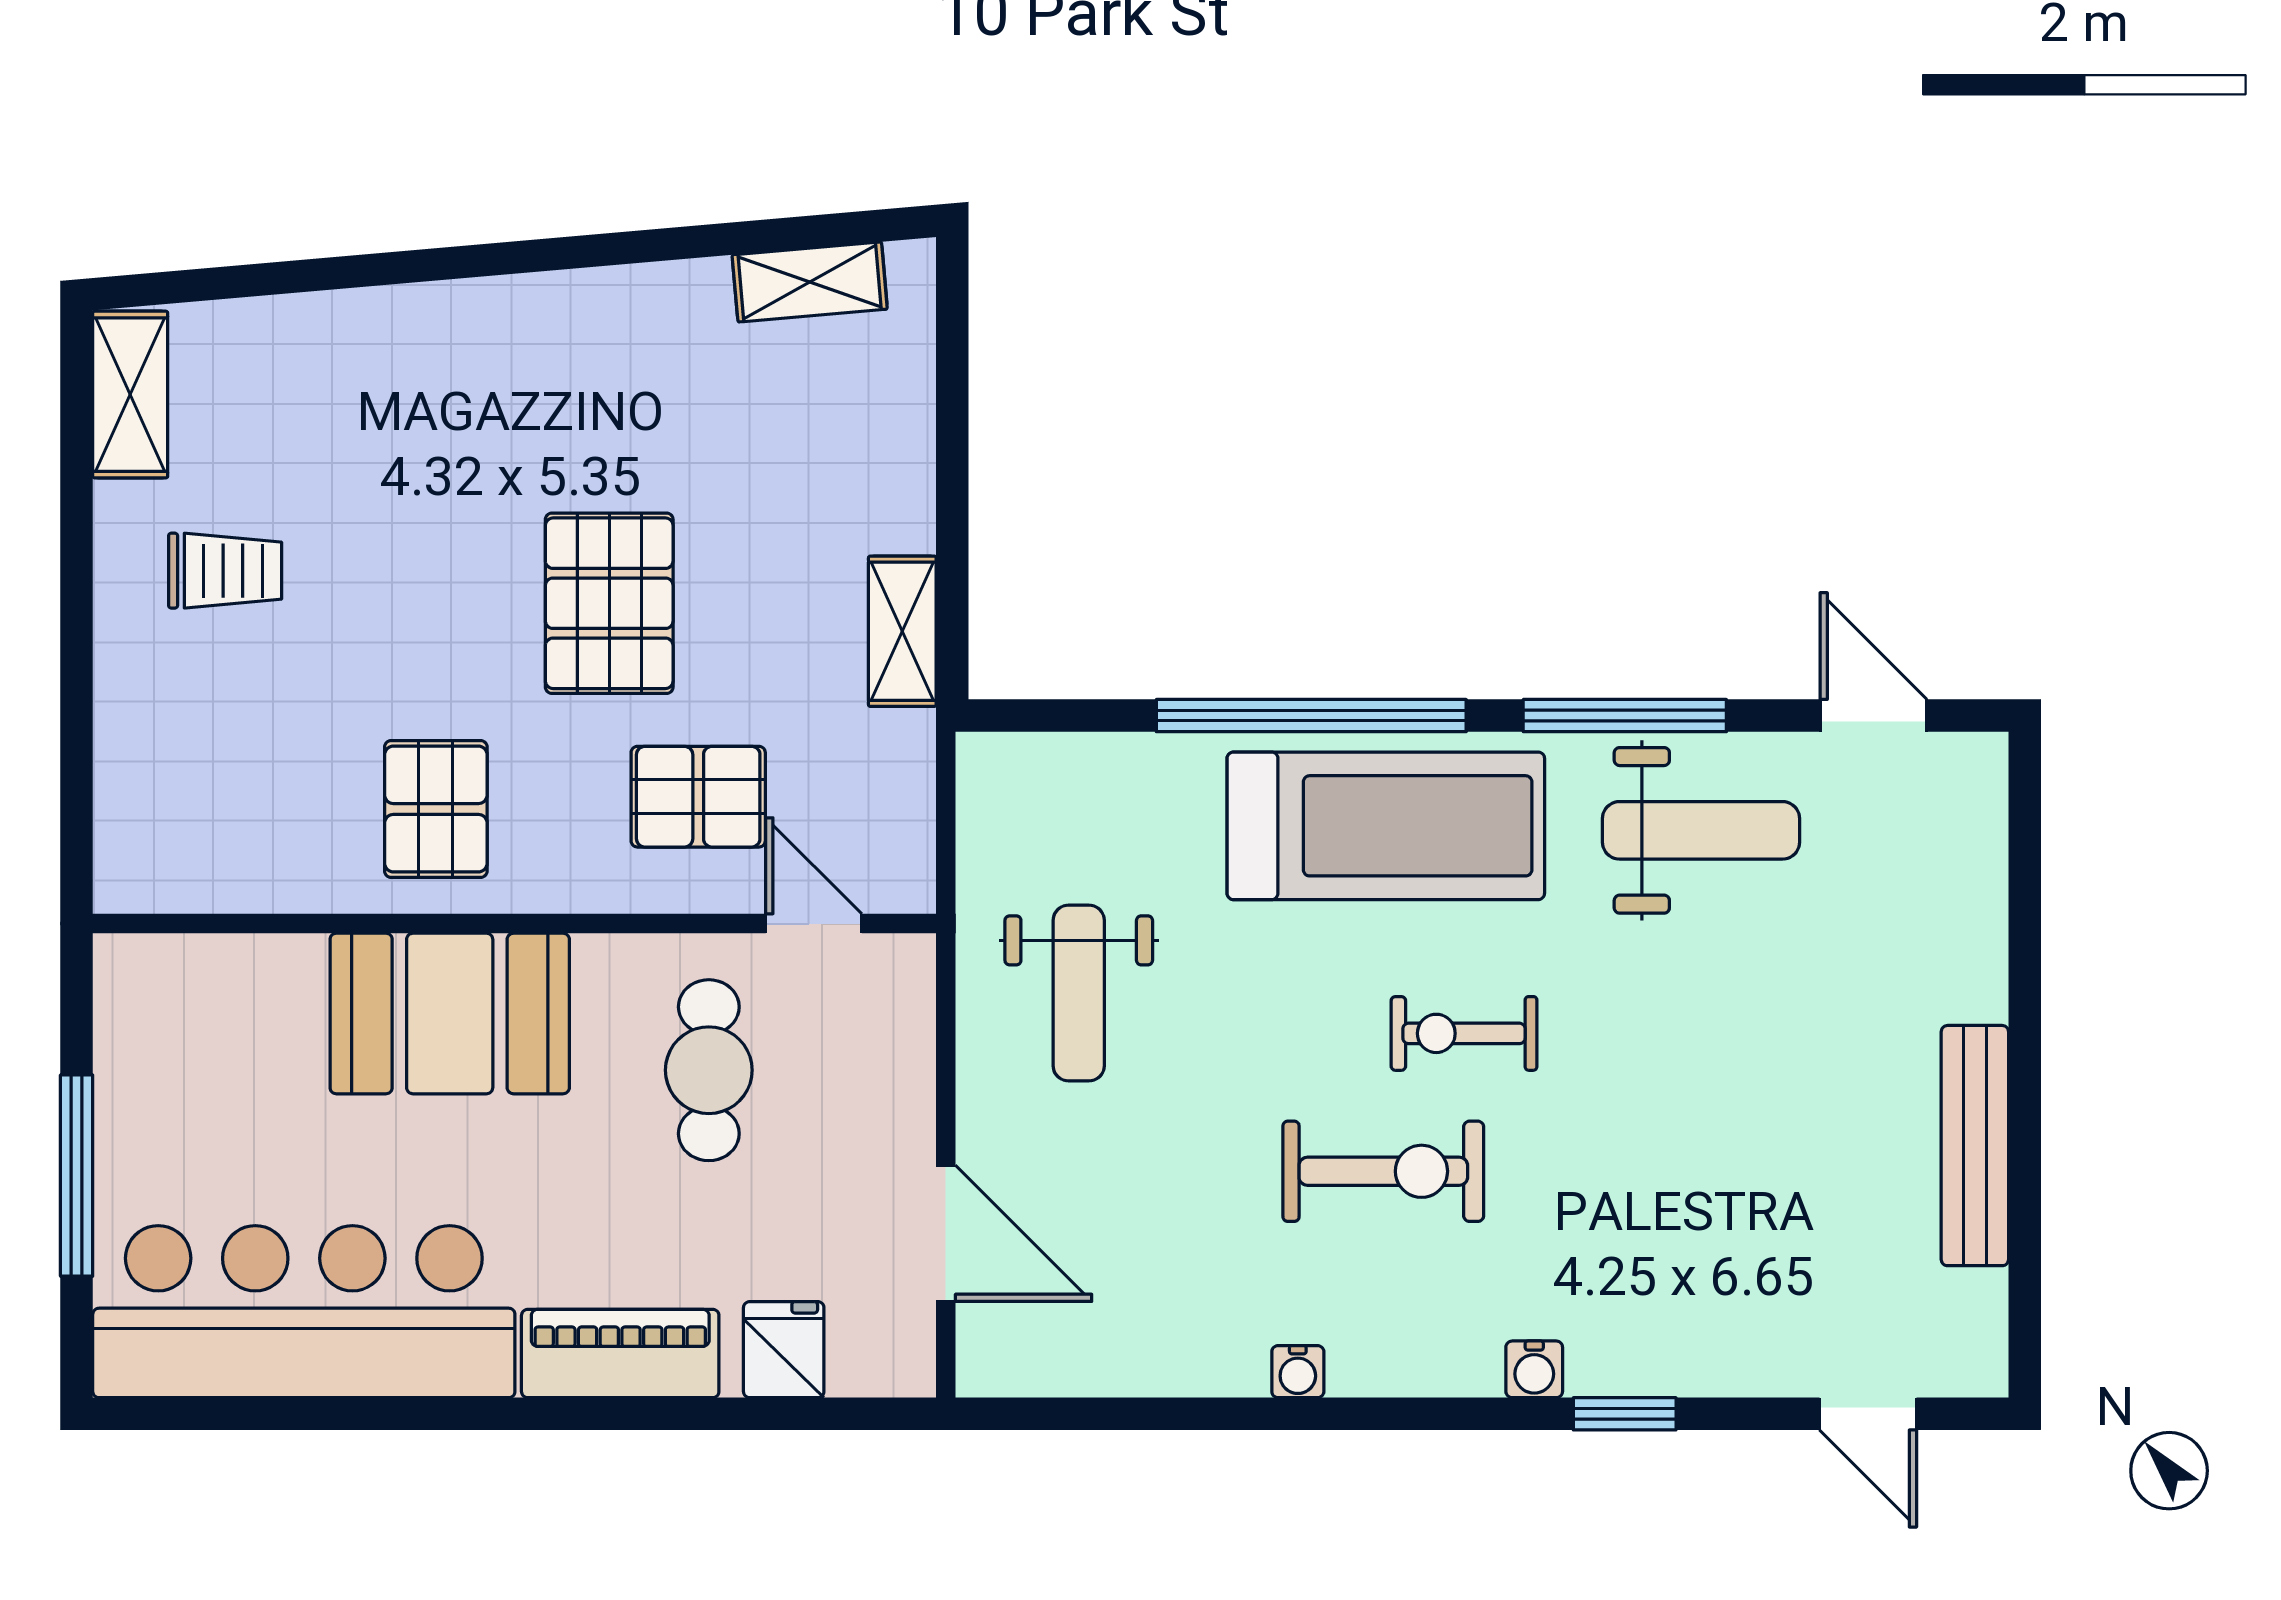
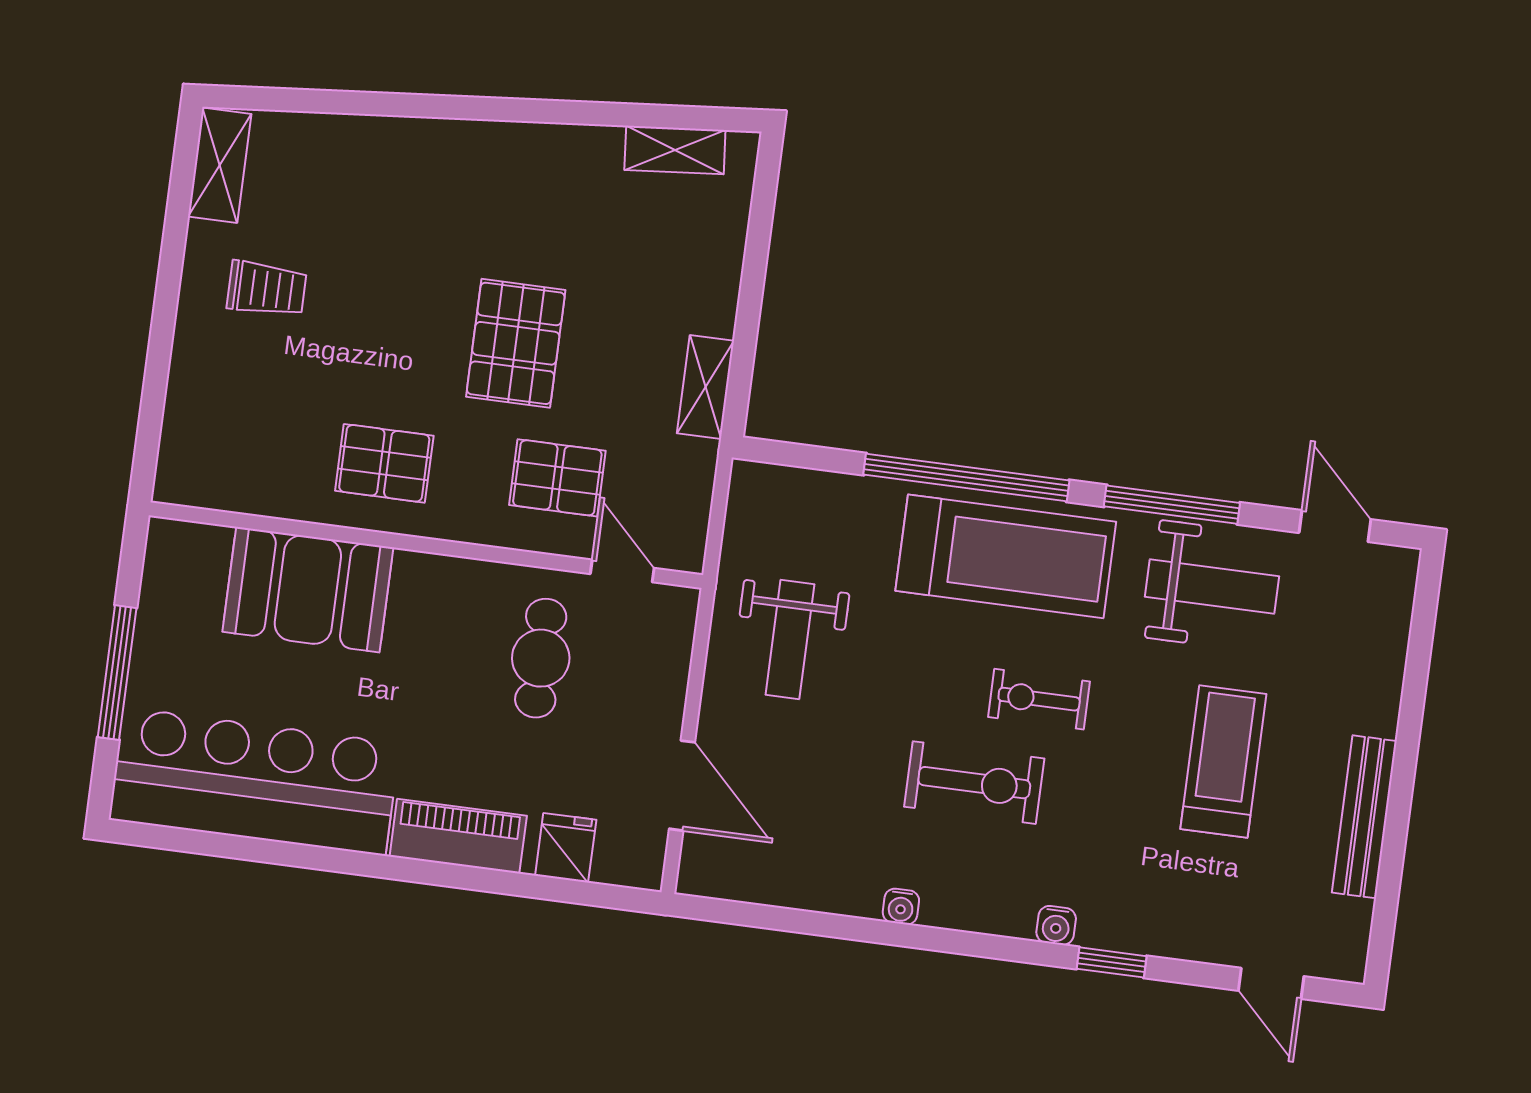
pallet: (436, 809) -> (384, 463), turned 90
booth: (450, 1014) -> (308, 590), moved
treadmill: (1753, 1091) -> (1223, 762), added

